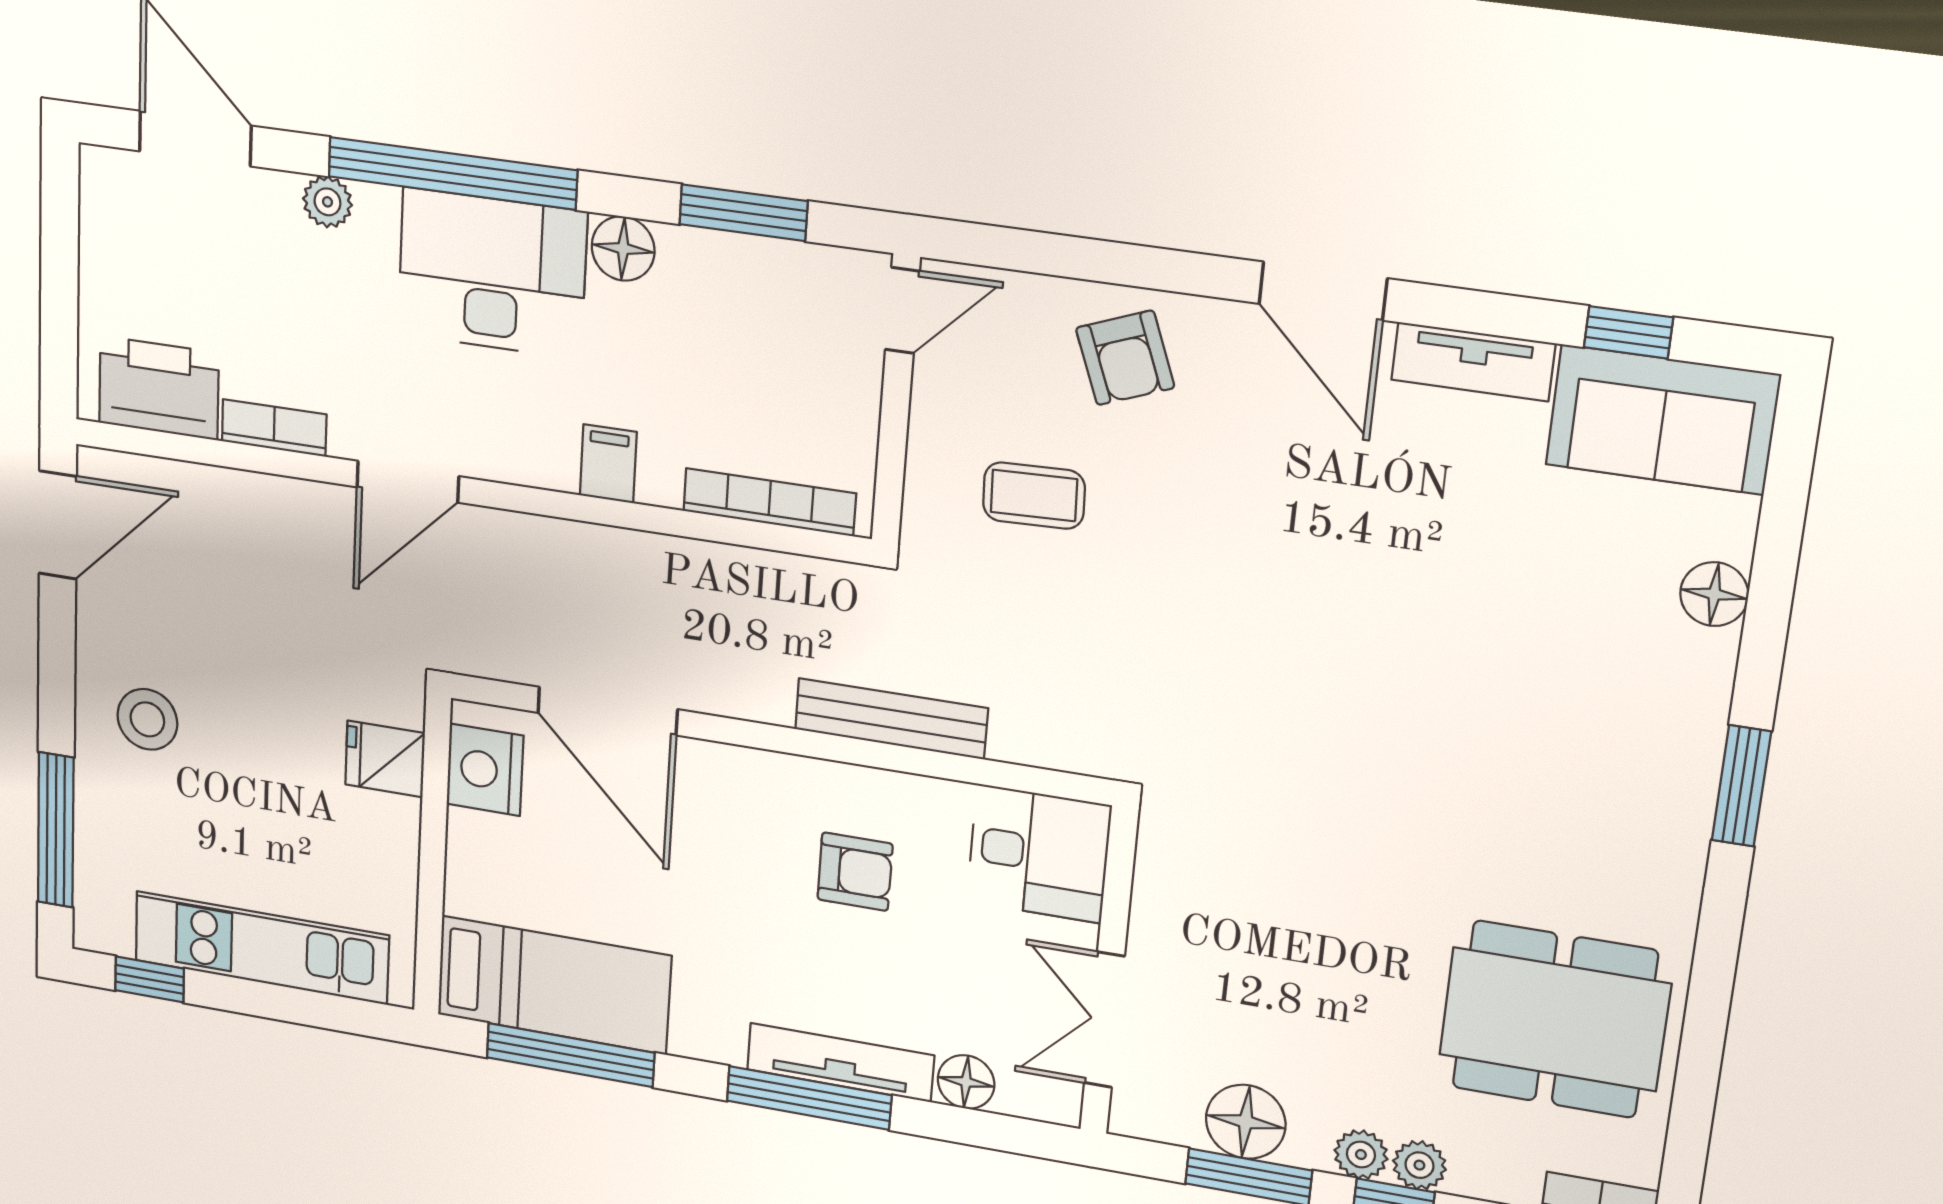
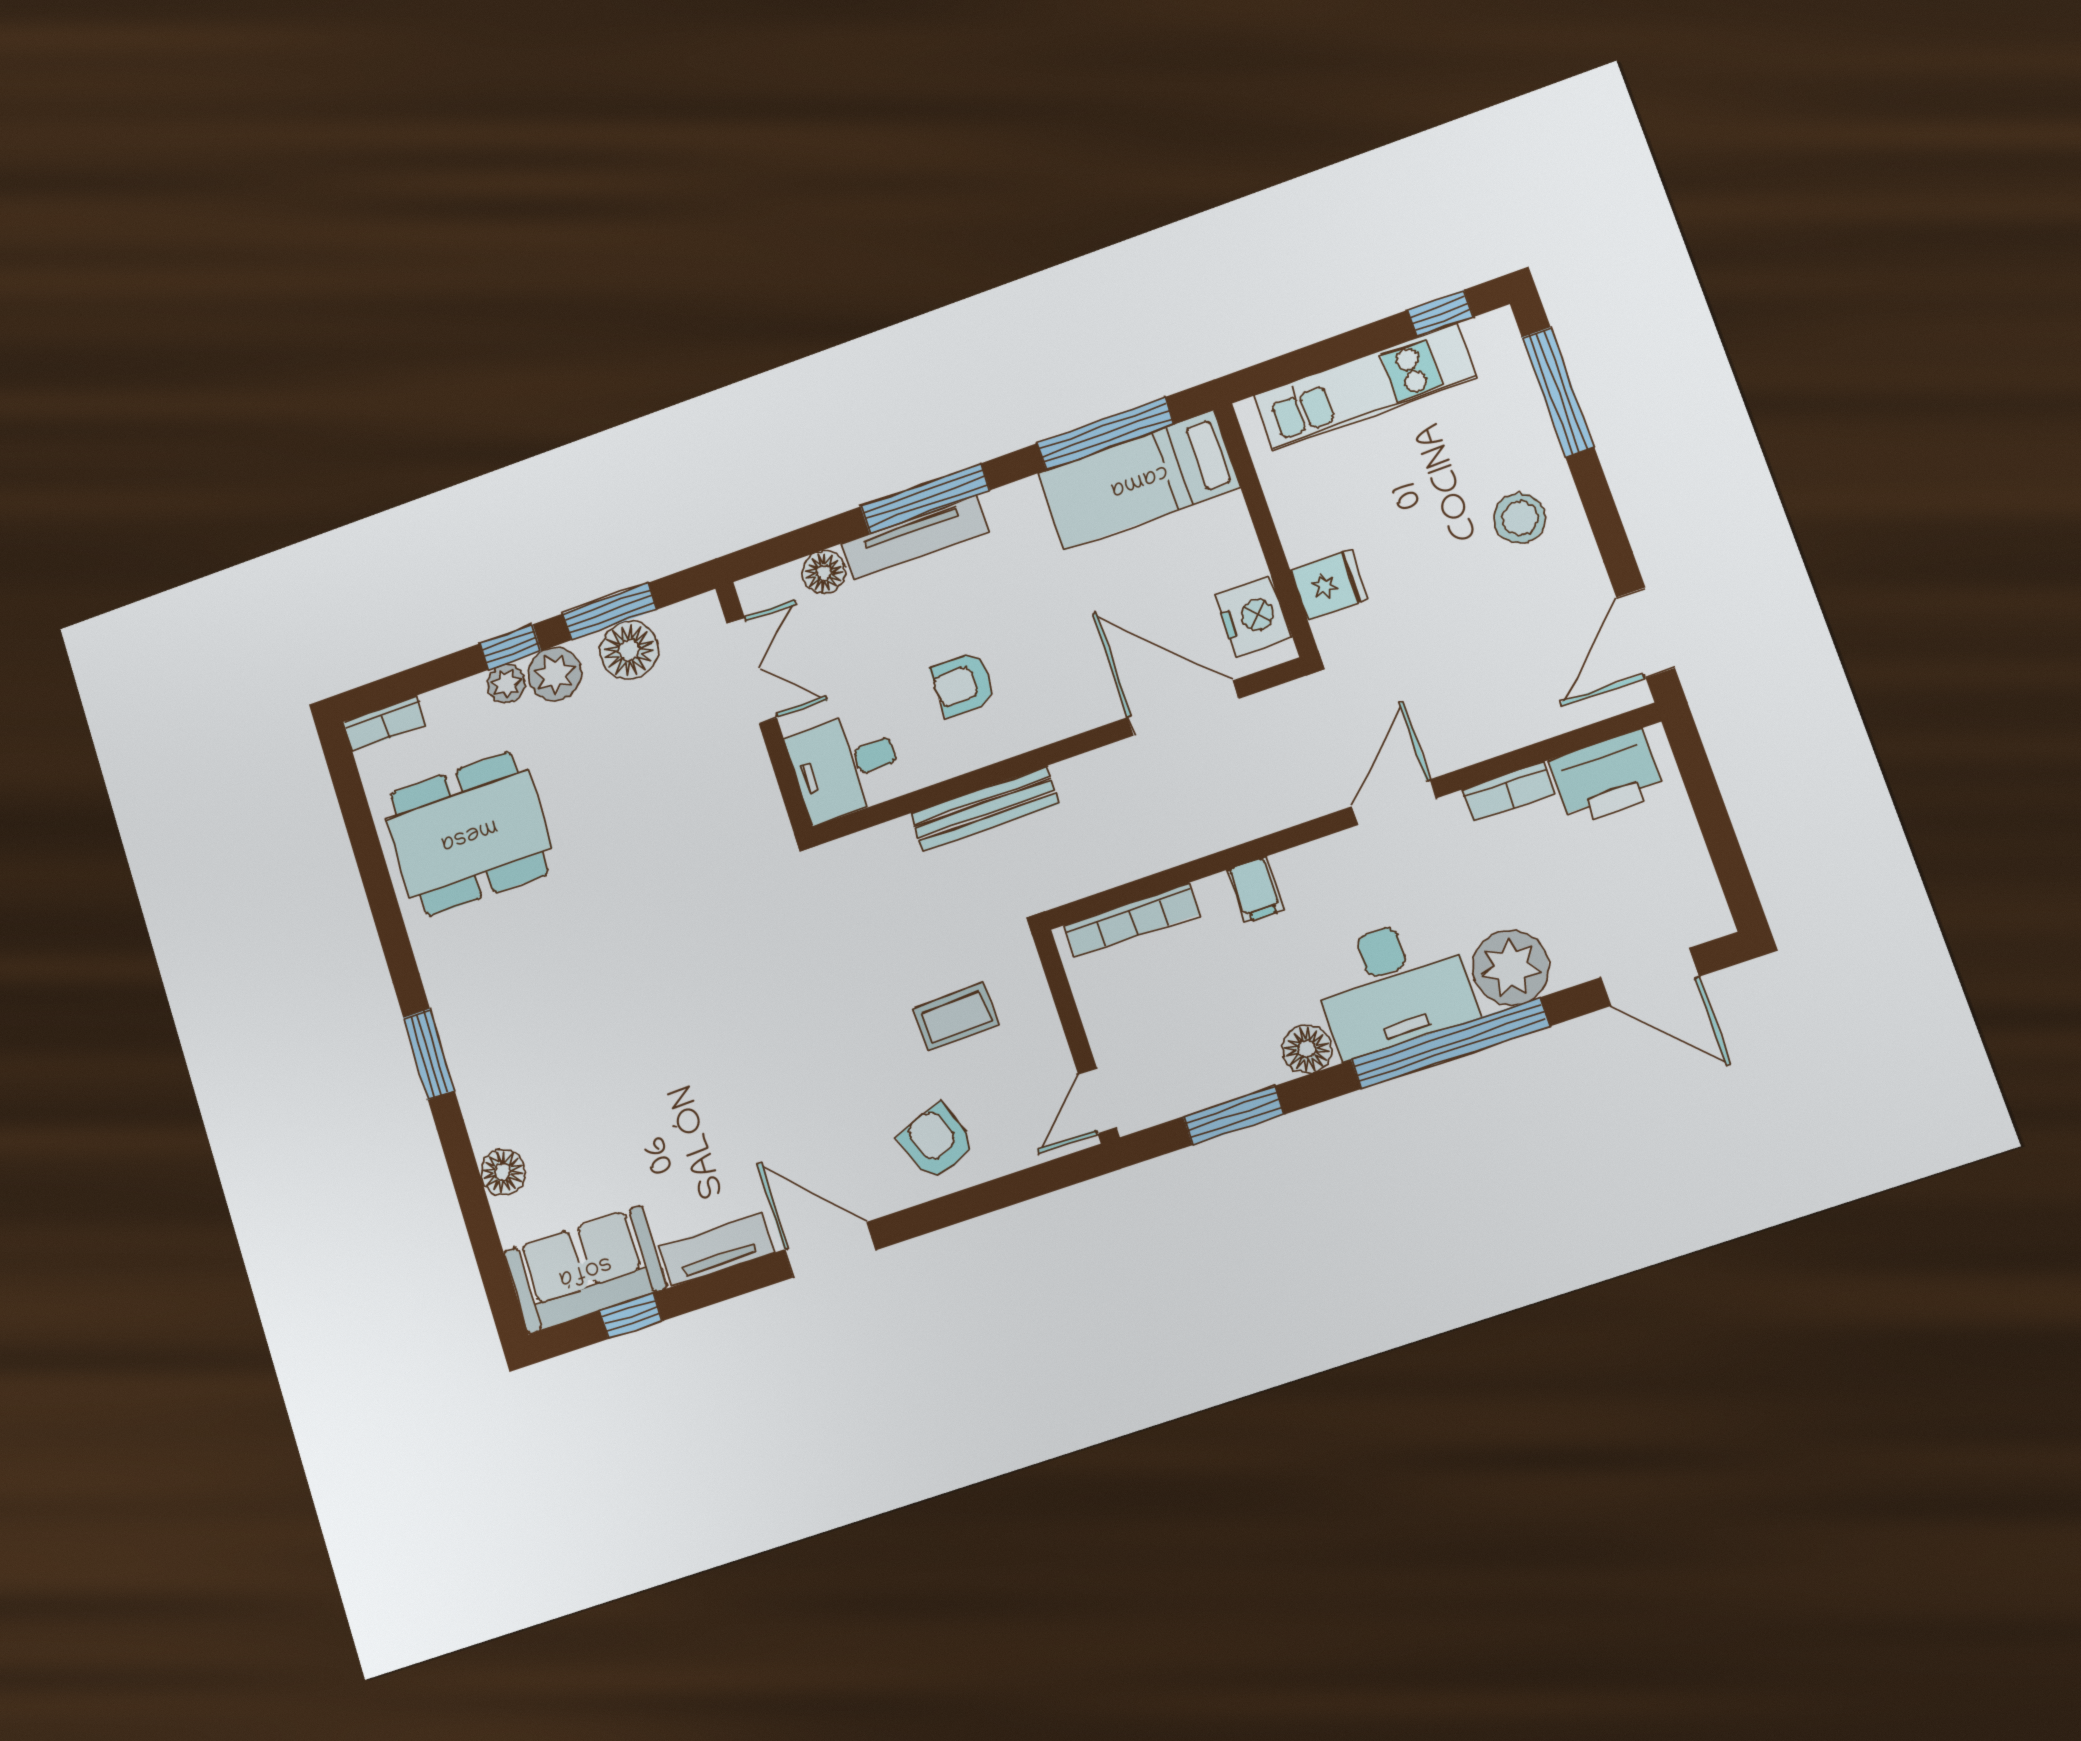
plant: (327, 202) -> (1511, 968), width x1.88, depth x1.88
plant: (1361, 1155) -> (555, 674), width x1.38, depth x1.38

